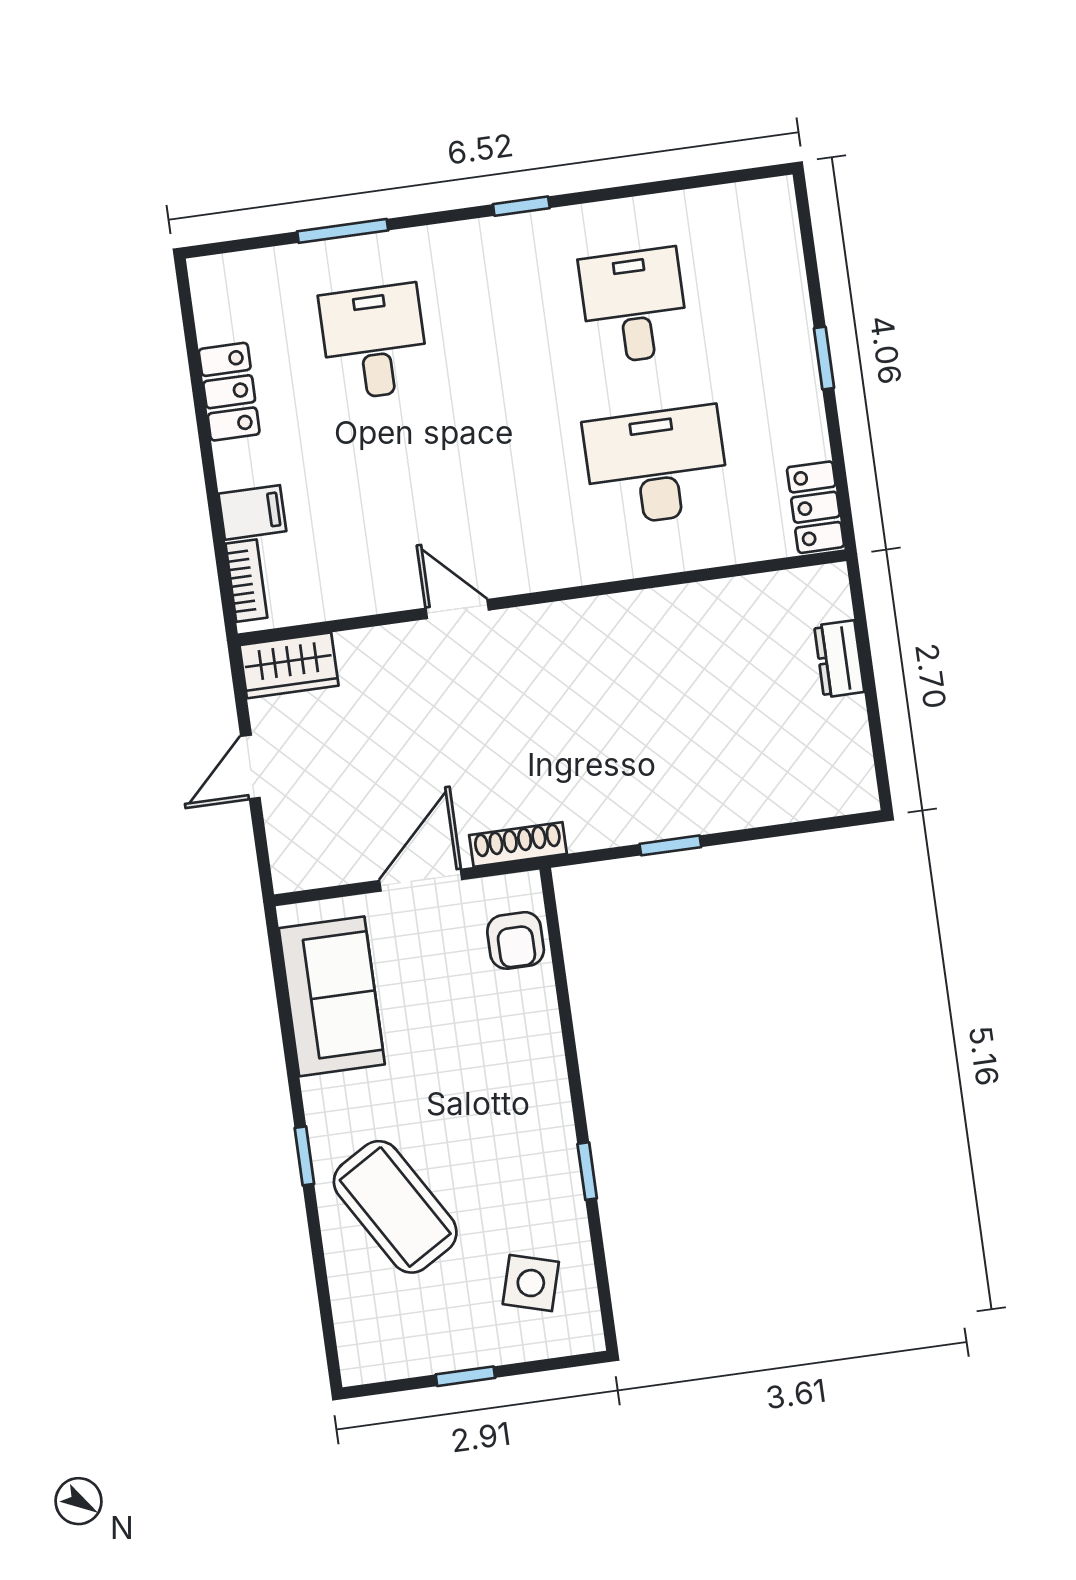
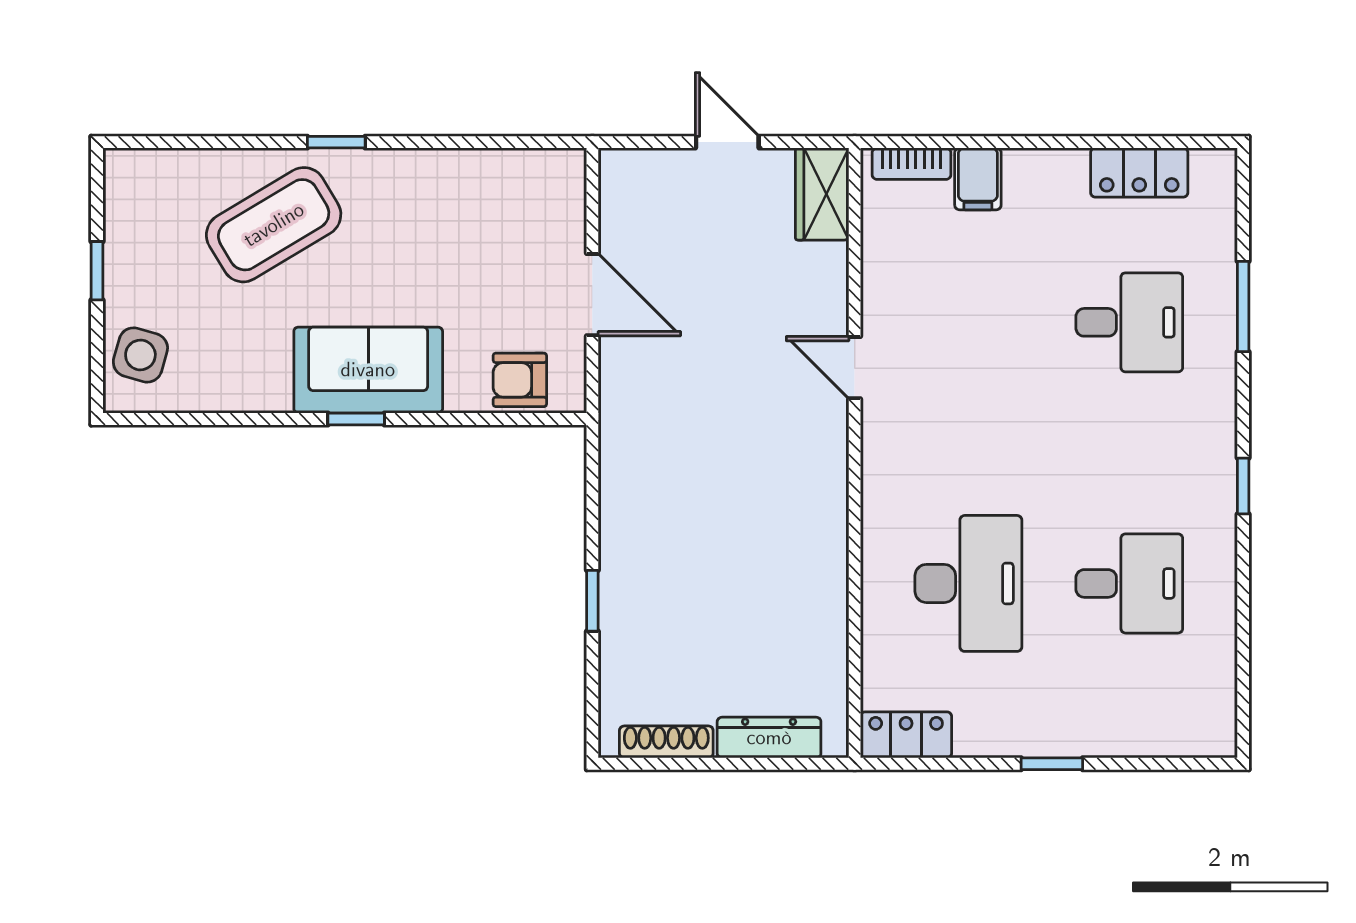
locker: (229, 392) -> (1139, 173), moved
door: (457, 609) -> (855, 368), swing flipped
dresser: (839, 659) -> (769, 738), width x1.44
shoe rack: (518, 844) -> (666, 742), moved, turned -90
window: (670, 845) -> (592, 601), moved
sofa: (332, 996) -> (368, 370), moved, turned 180
window: (587, 1171) -> (356, 419), moved
side table: (531, 1283) -> (140, 355), moved

